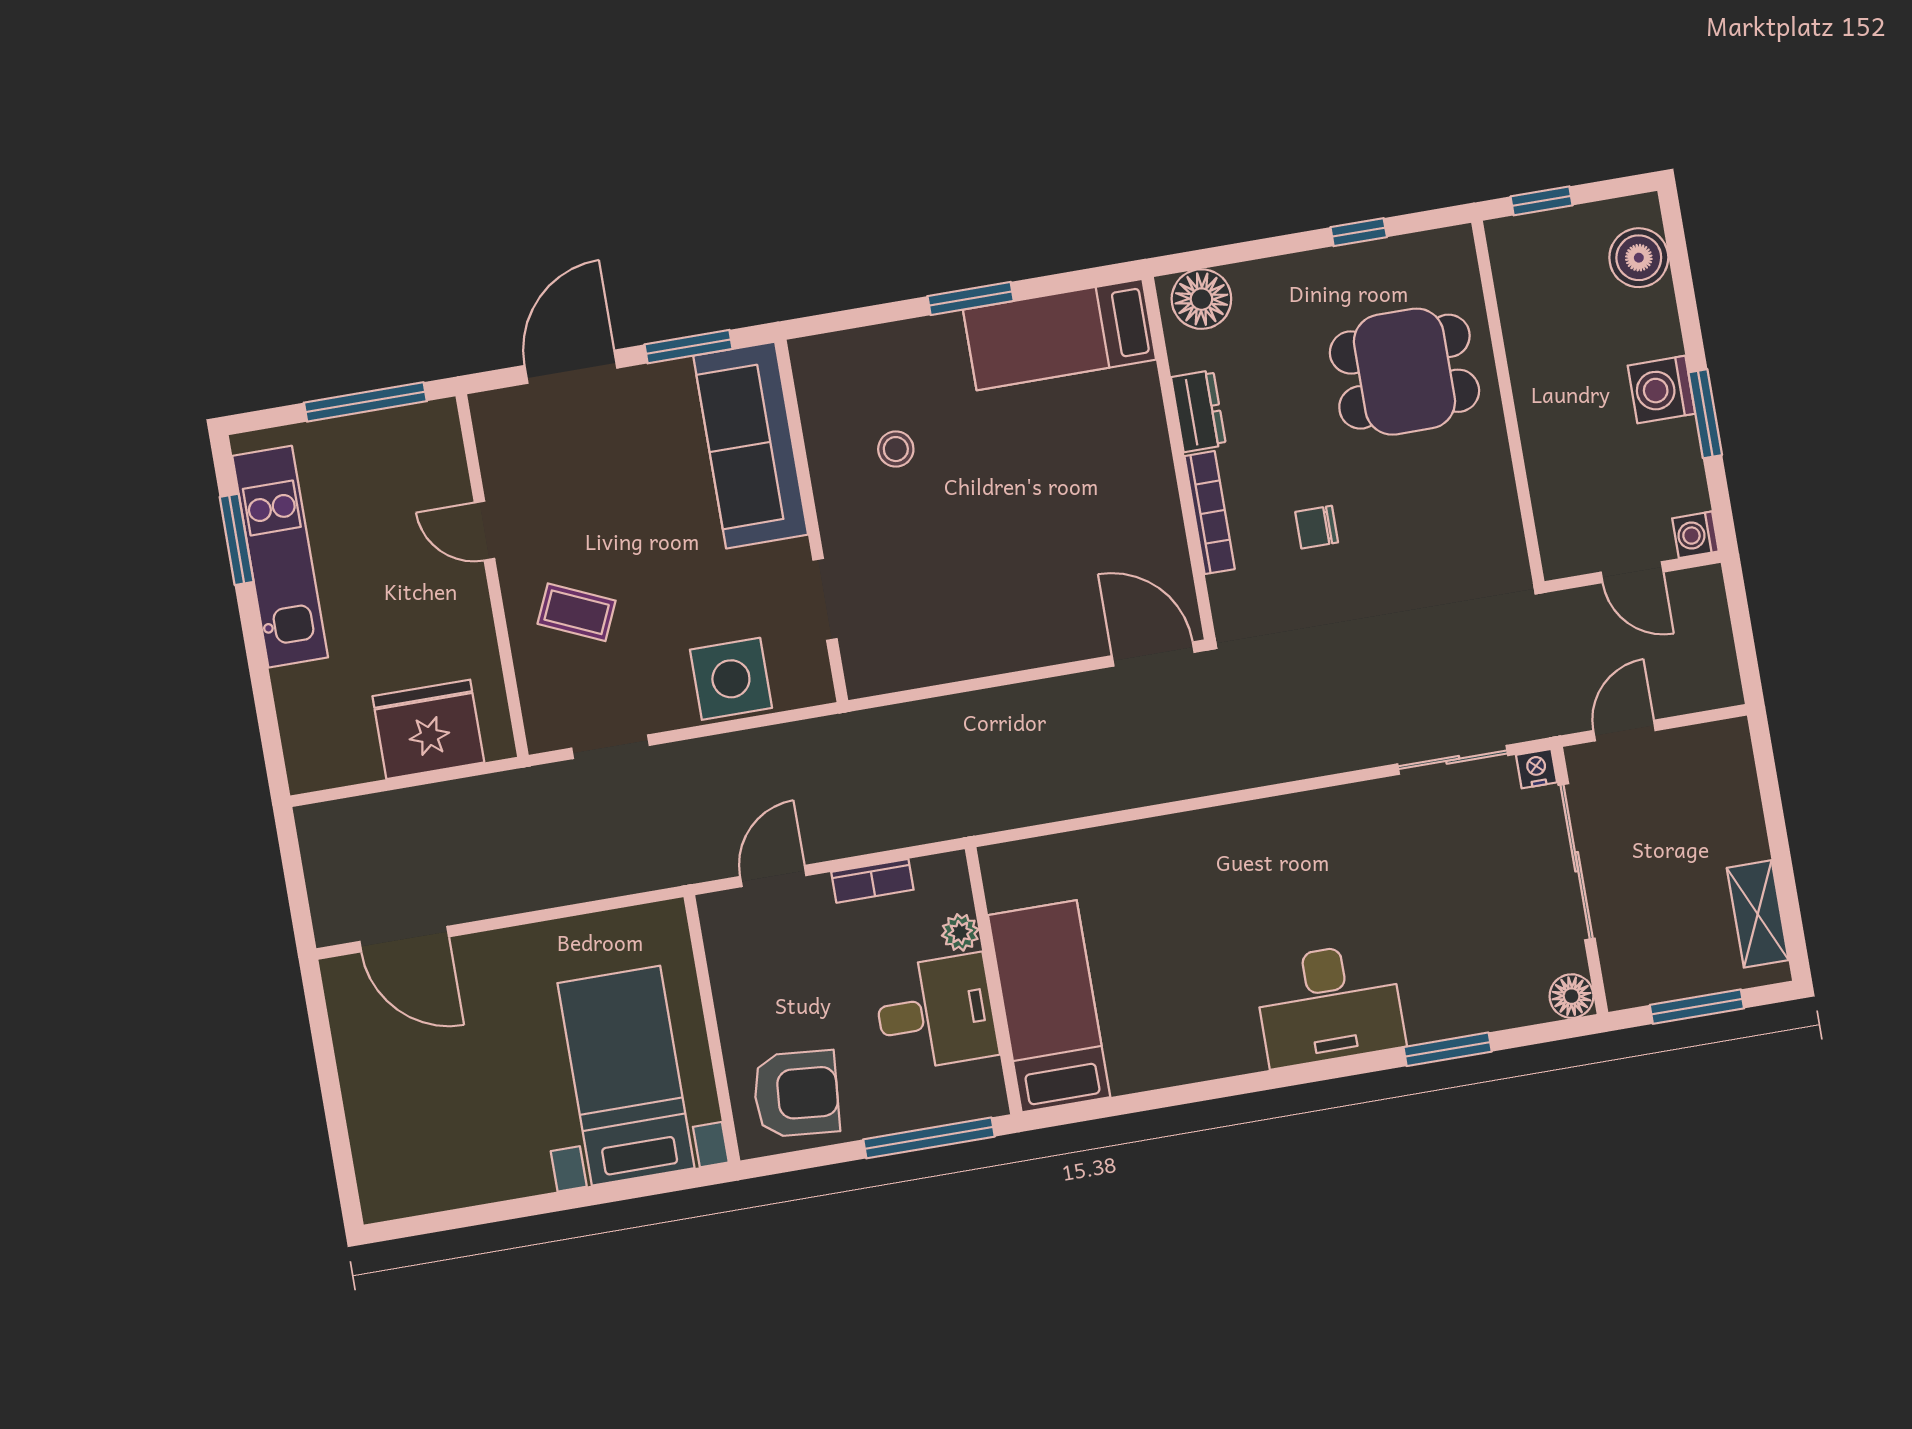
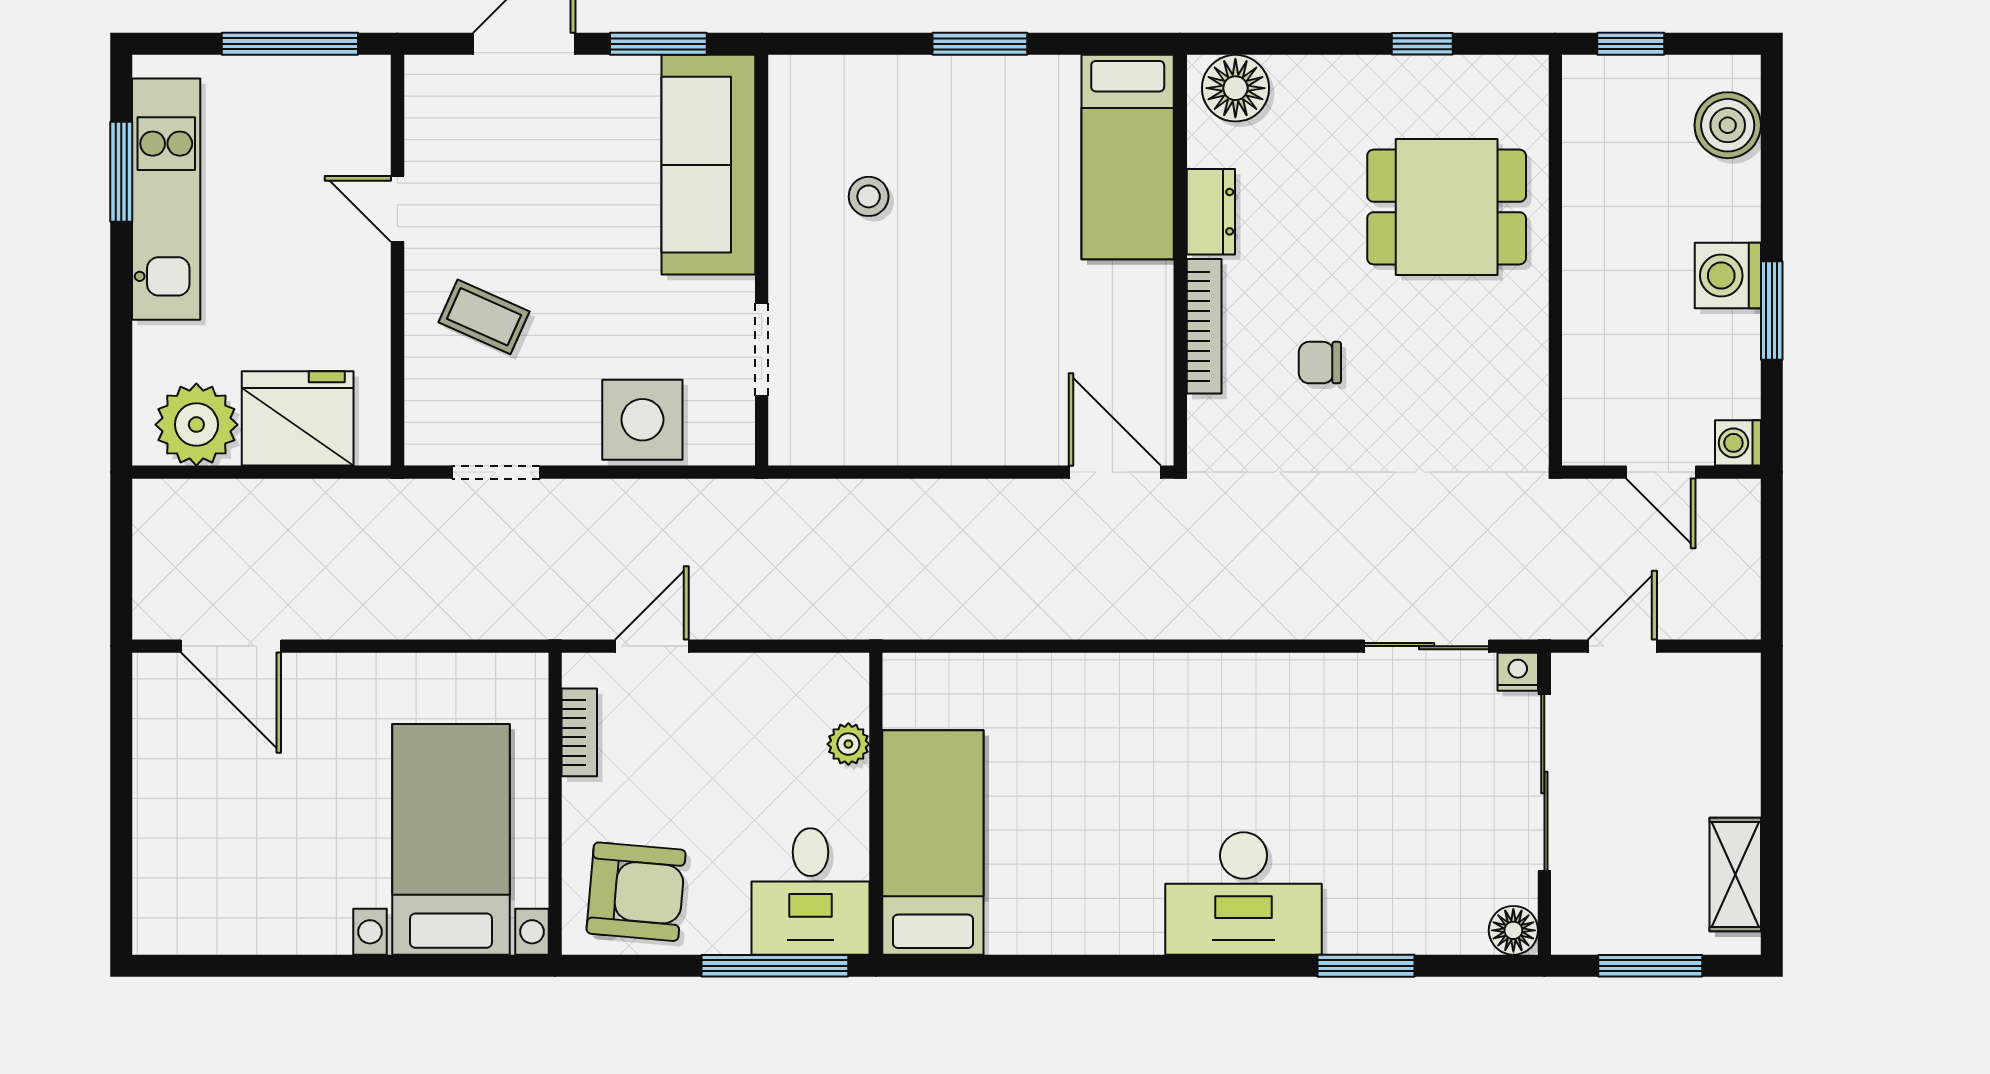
bed: (1059, 335) -> (1128, 157), moved, turned -90
plant: (340, 750) -> (196, 425), added
bookcase: (872, 881) -> (579, 732), moved, turned -90
desk: (936, 1013) -> (810, 891), moved, turned 90

